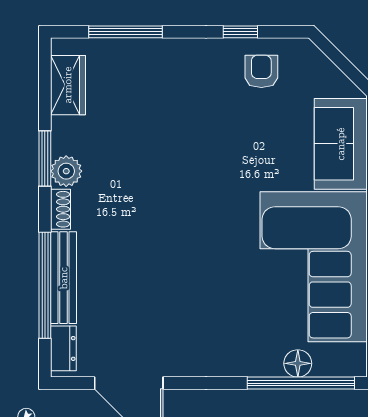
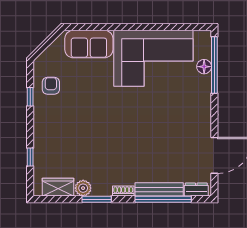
window: (126, 32) -> (30, 157), width x0.46
armchair: (261, 71) -> (51, 86), turned 90
plant: (66, 171) -> (83, 188), moved

